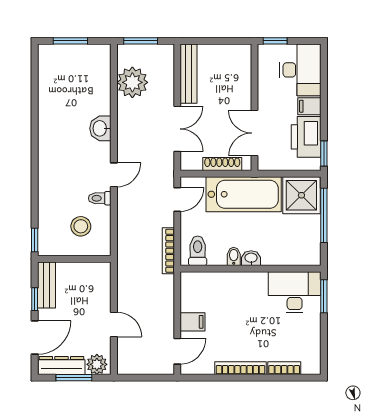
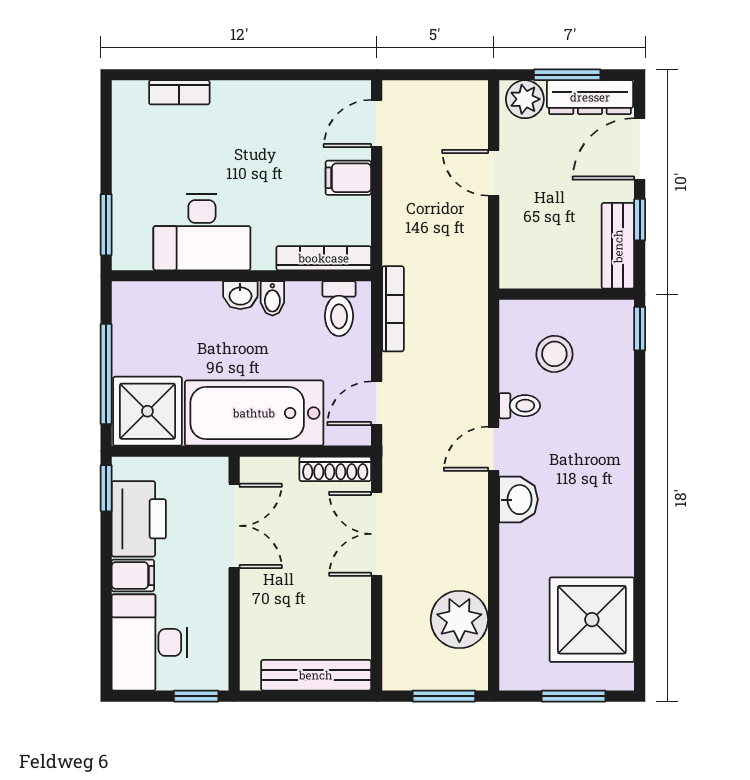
bench: (189, 74) -> (316, 675), moved, turned 90
shower: (61, 82) -> (592, 620), added
washbasin: (100, 128) -> (518, 500), moved
shoe rack: (222, 164) -> (335, 469), moved
desk: (295, 292) -> (202, 232), moved
bookcase: (241, 368) -> (324, 258), moved, turned 180

